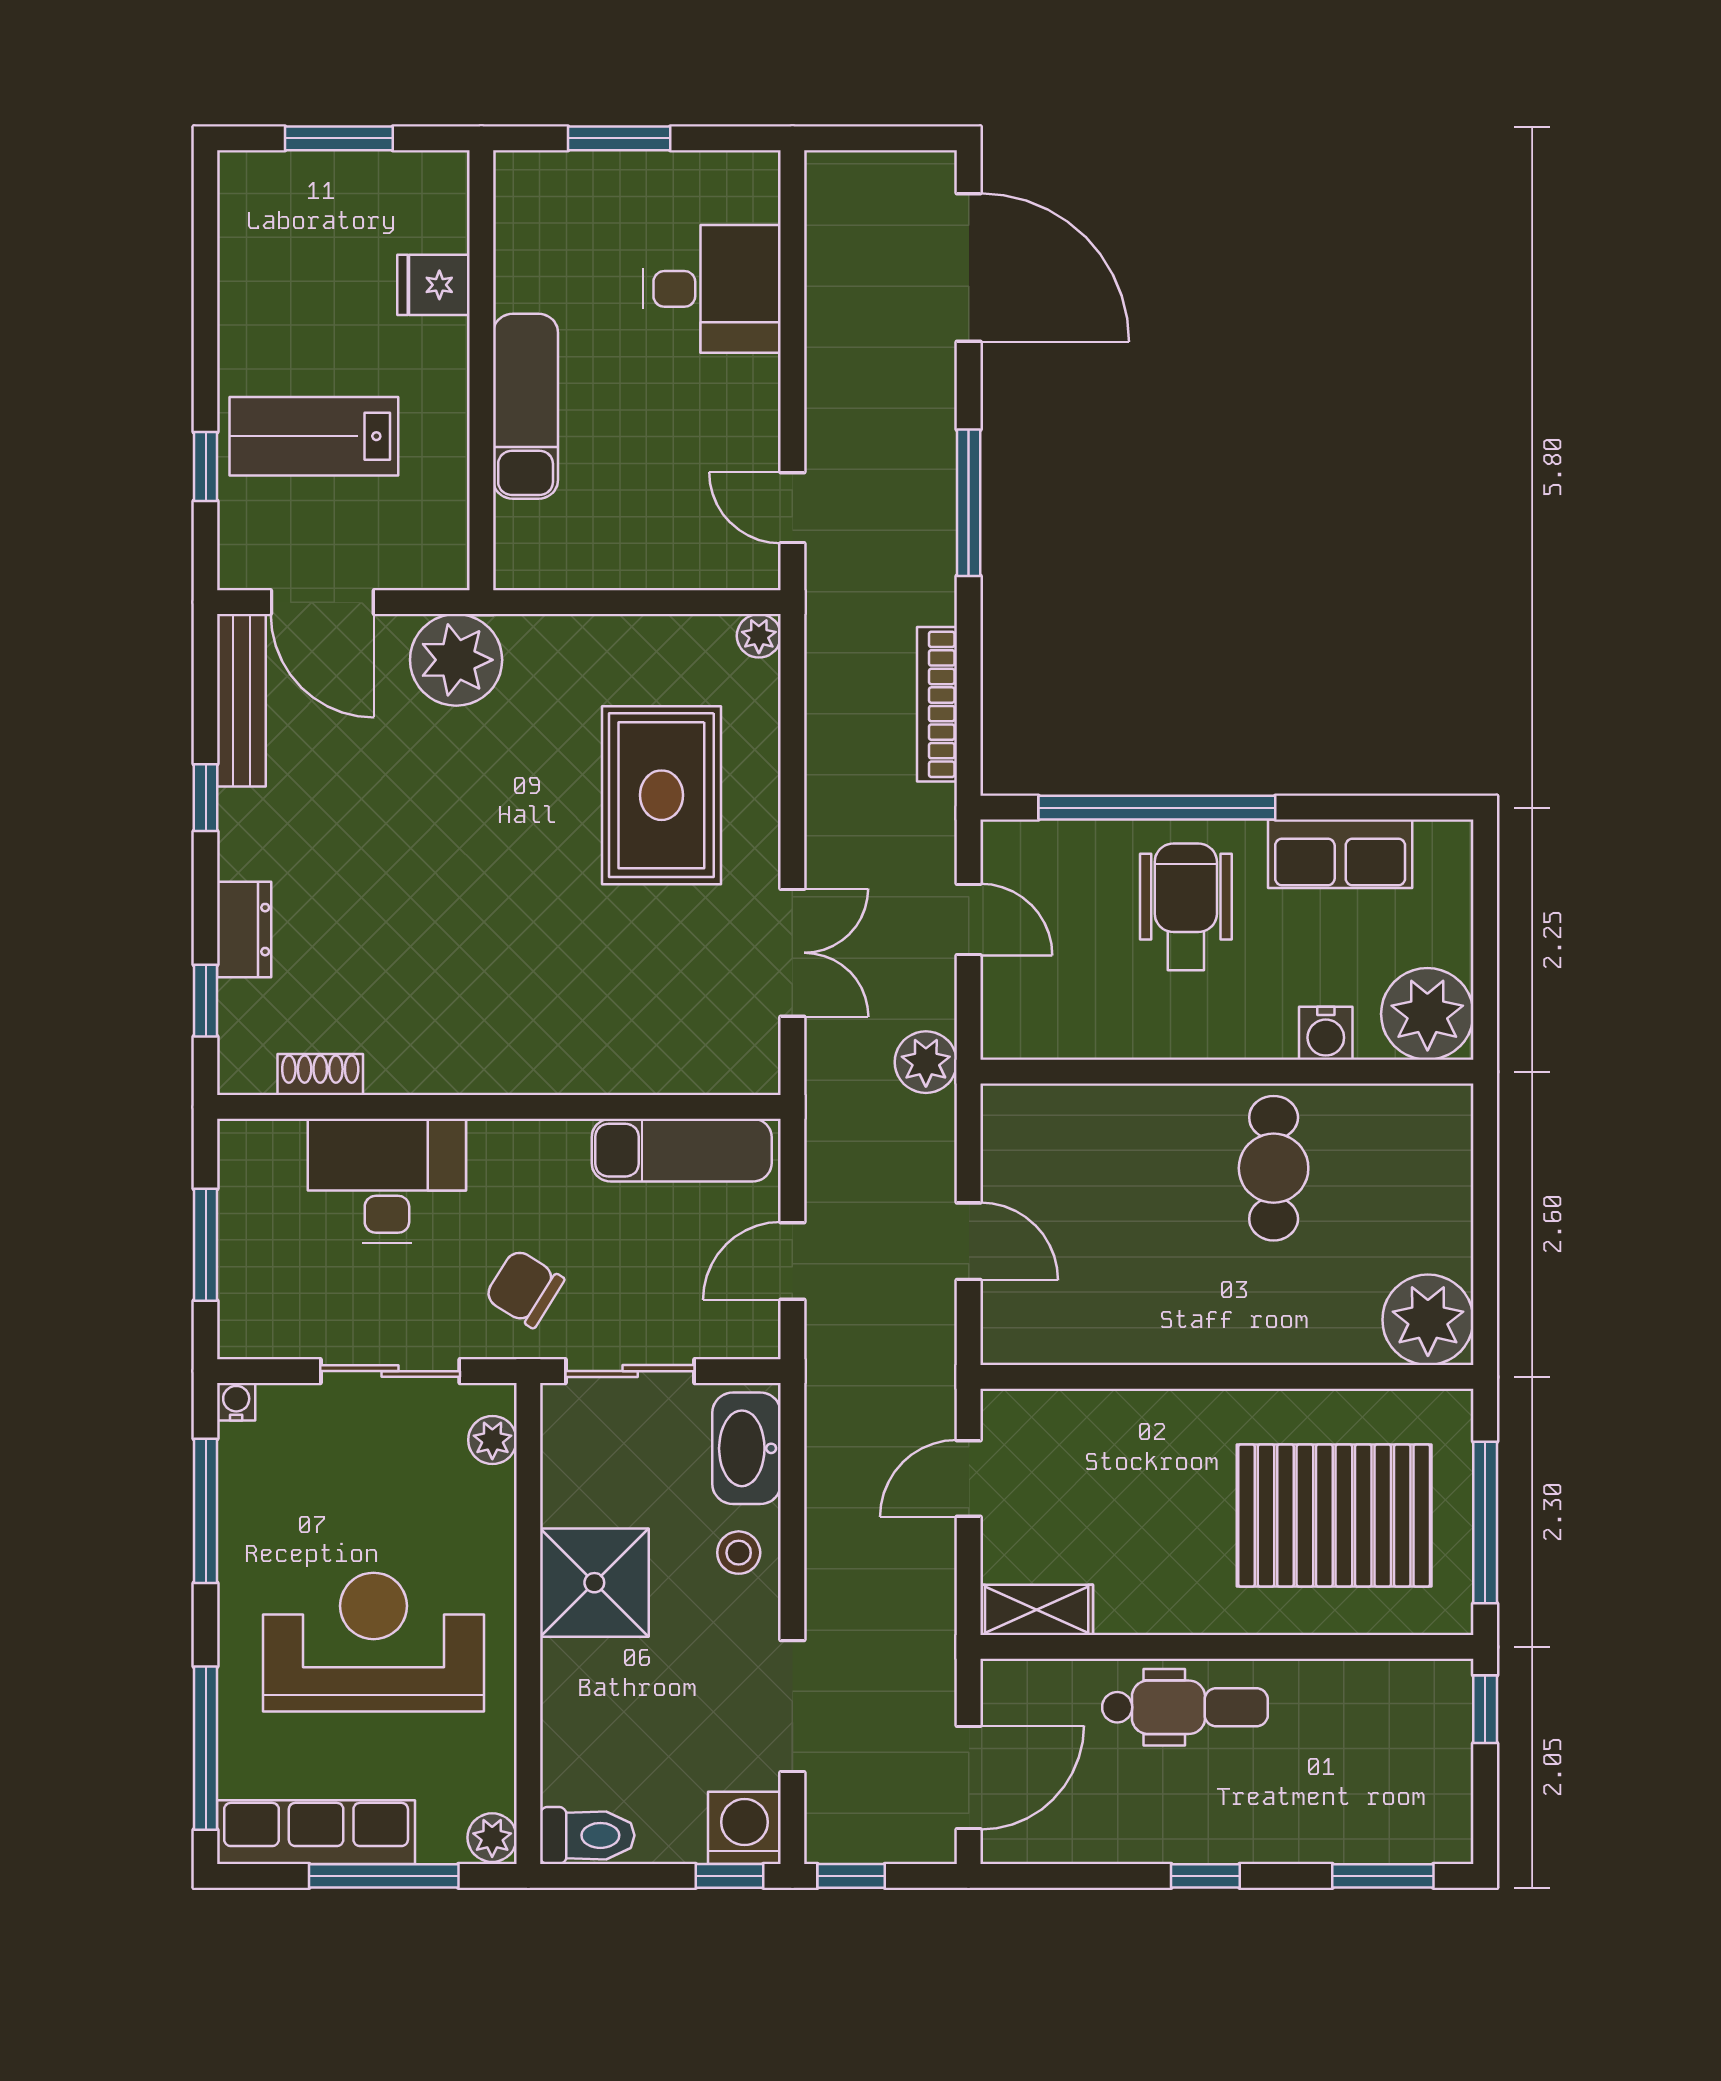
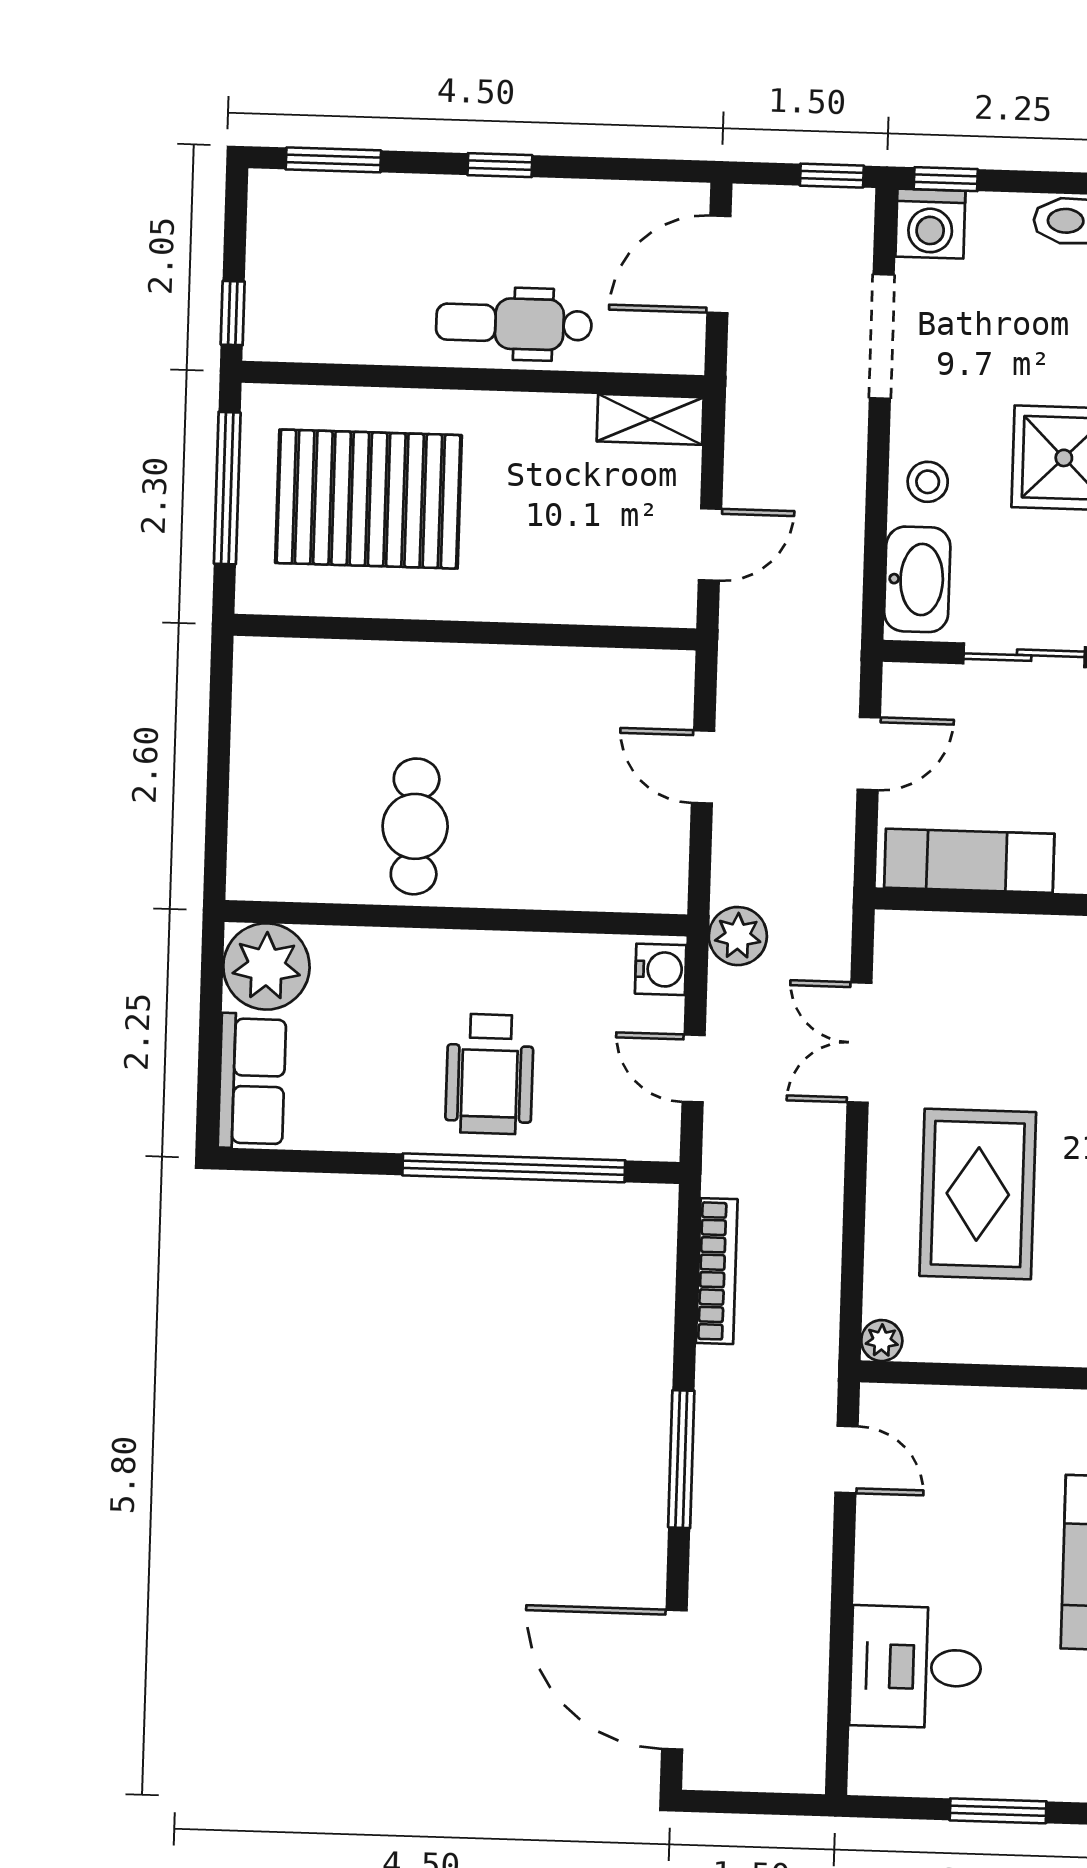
row of seats: (1340, 854) -> (252, 1081), moved, turned 90
water cooler: (1326, 1033) -> (661, 969), moved, turned 90
plant: (1428, 1320) -> (275, 680), removed

